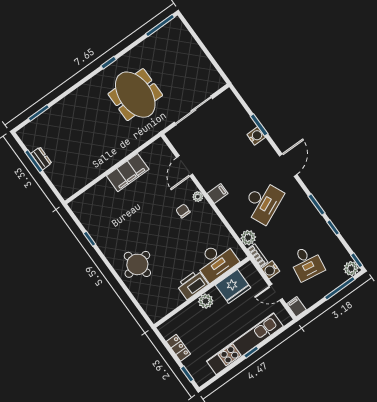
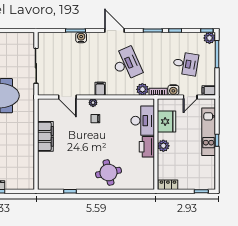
kitchen unit: (245, 344) -> (209, 132), width x0.73
locker: (178, 348) -> (168, 185), moved

